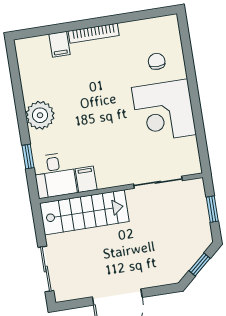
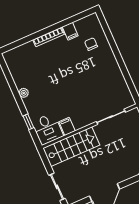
filing cabinet: (59, 44) -> (70, 31), moved
corner desk: (164, 111) -> (103, 73), removed
plant: (40, 115) -> (24, 93), width x0.53, depth x0.53

